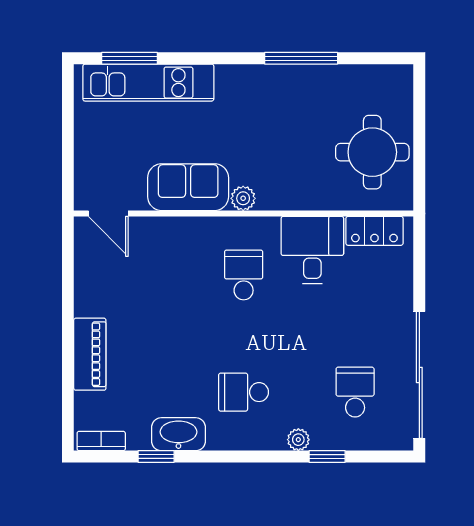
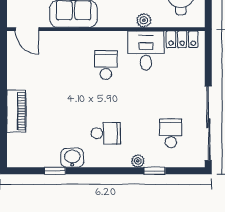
plant: (243, 198) -> (144, 20), moved
school desk: (244, 392) -> (106, 133), turned 180
washbasin: (178, 434) -> (72, 158), width x0.72
bookcase: (101, 441) -> (23, 162), removed

